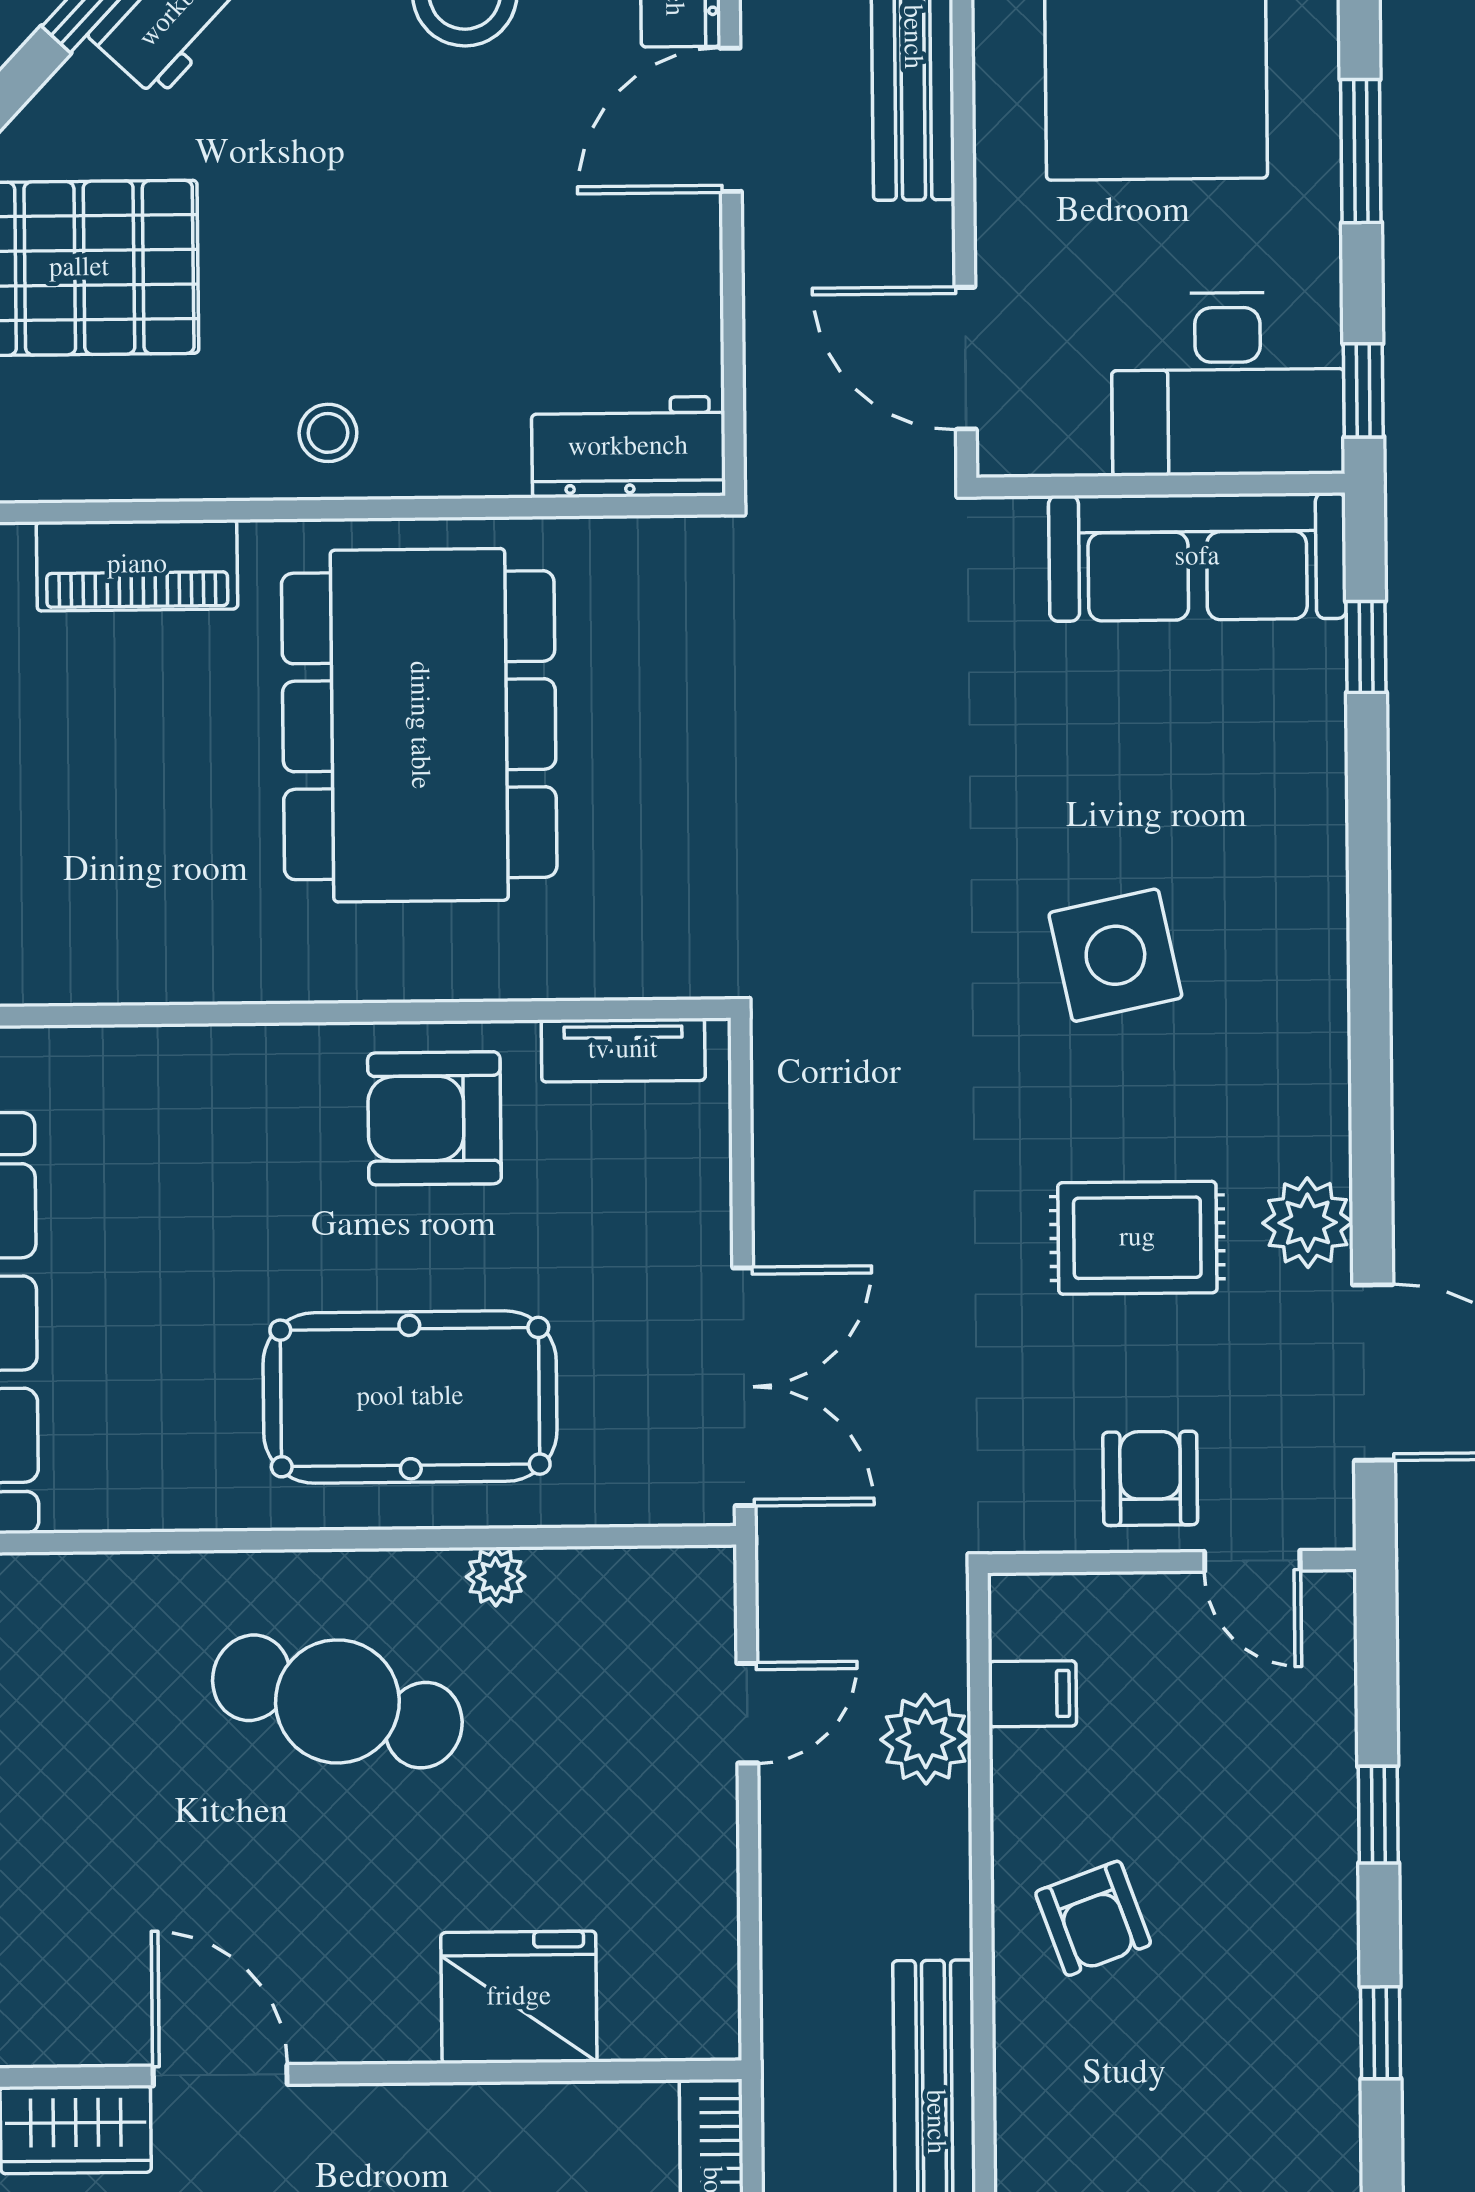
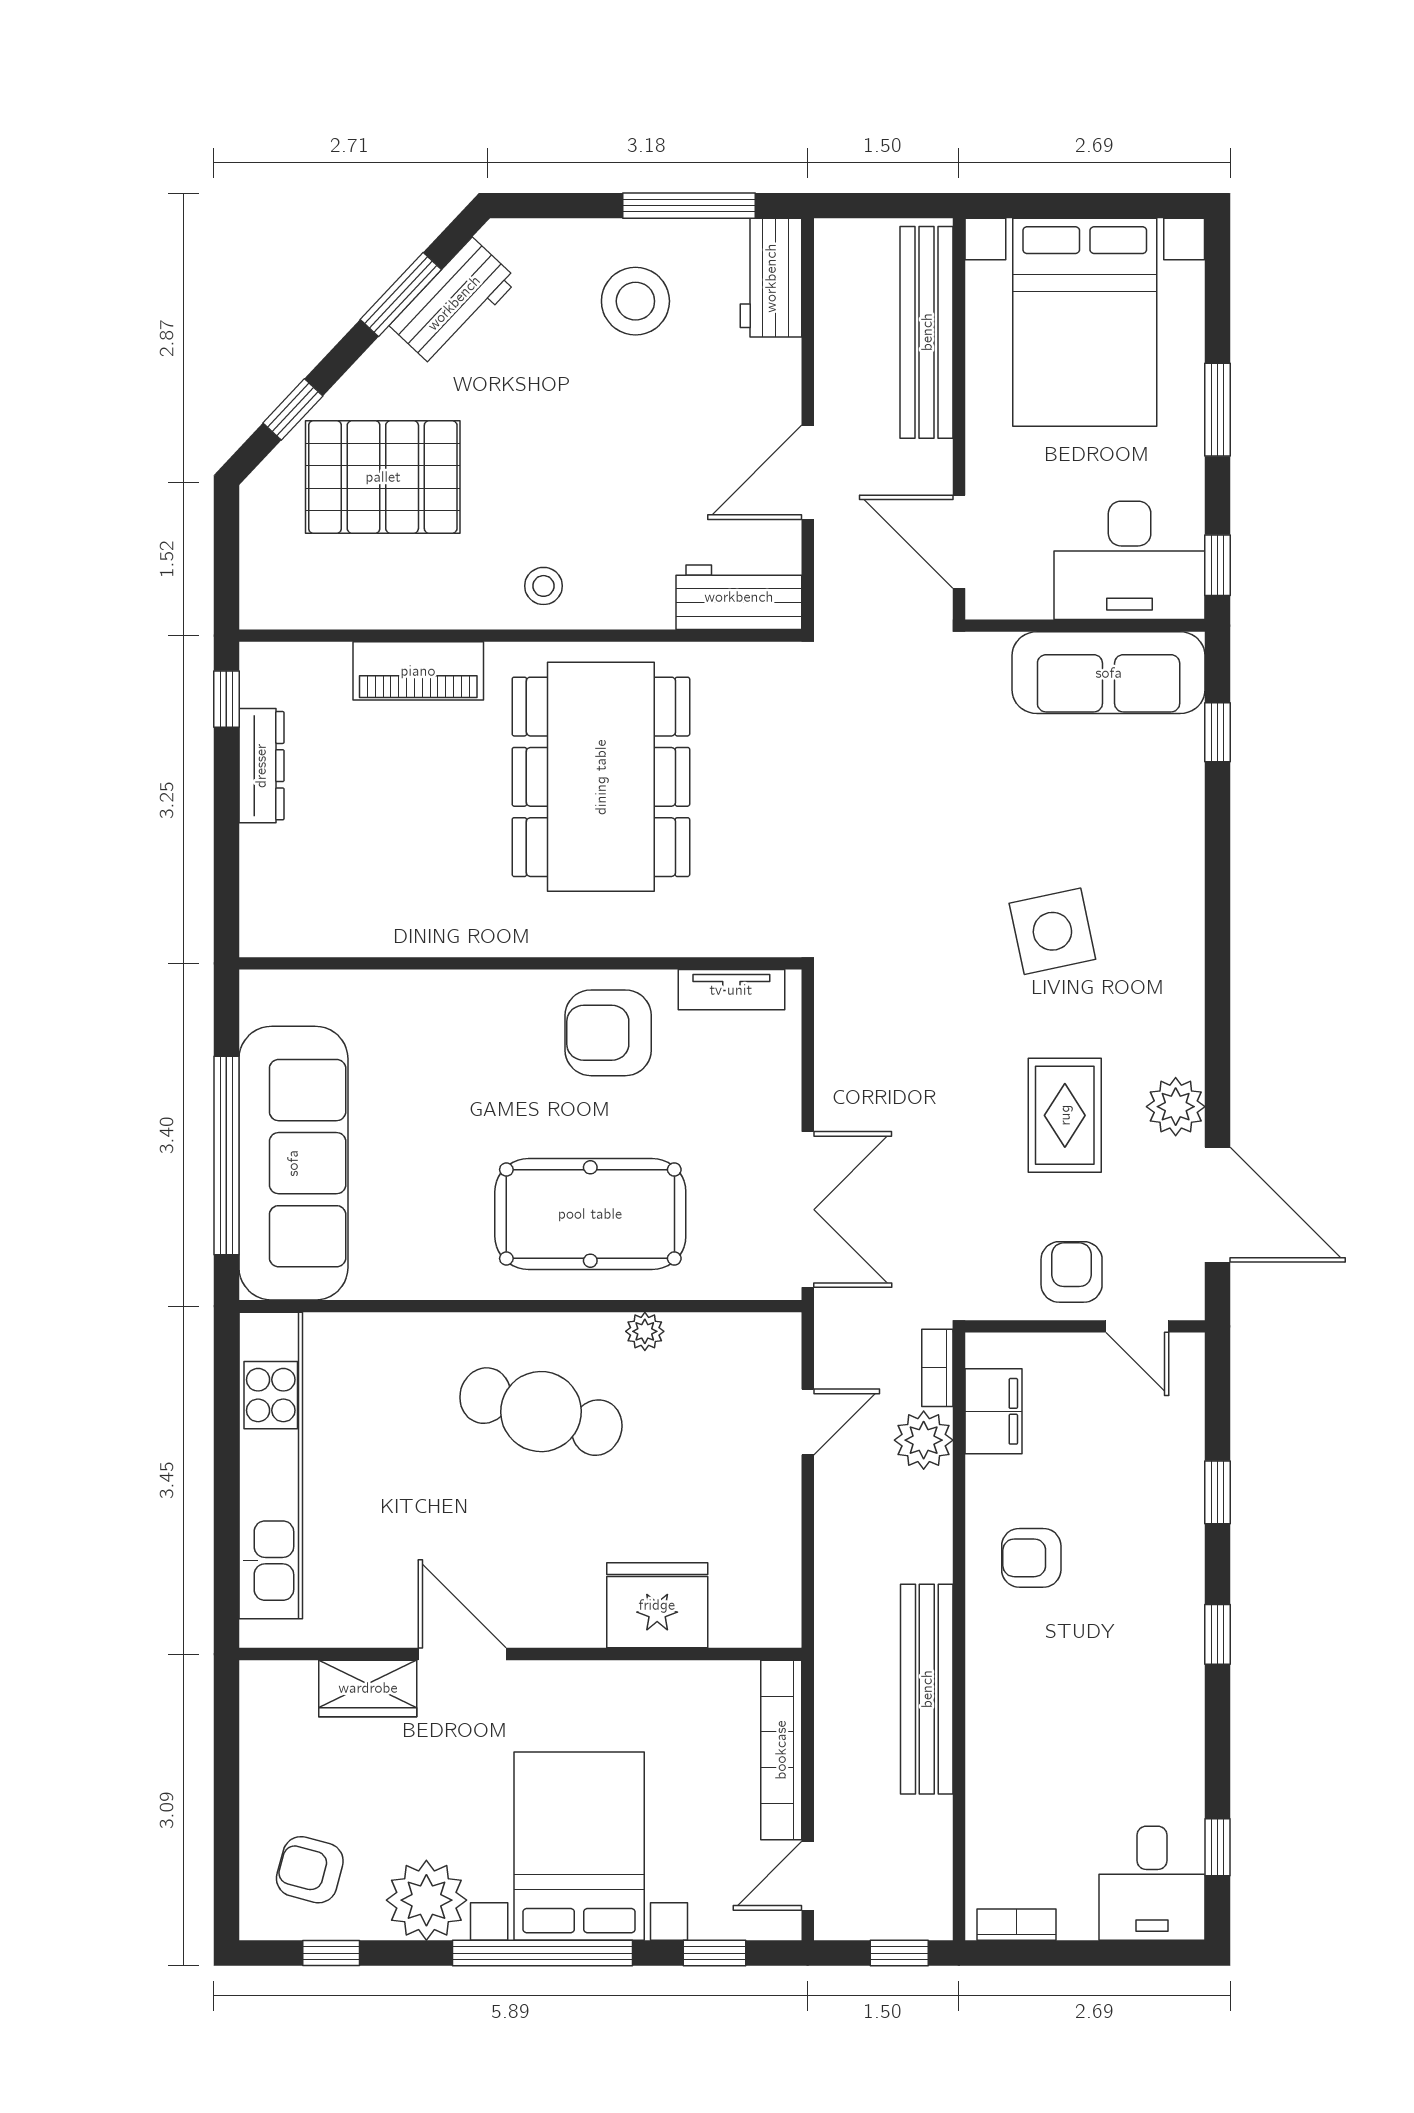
door: (731, 120) -> (808, 472), moved
rug: (1137, 1238) -> (1065, 1115), turned 90
bookcase: (946, 1628) -> (937, 1368), added
filing cabinet: (1032, 1694) -> (993, 1411), width x2.00
armchair: (1093, 1918) -> (1031, 1558), turned 110

